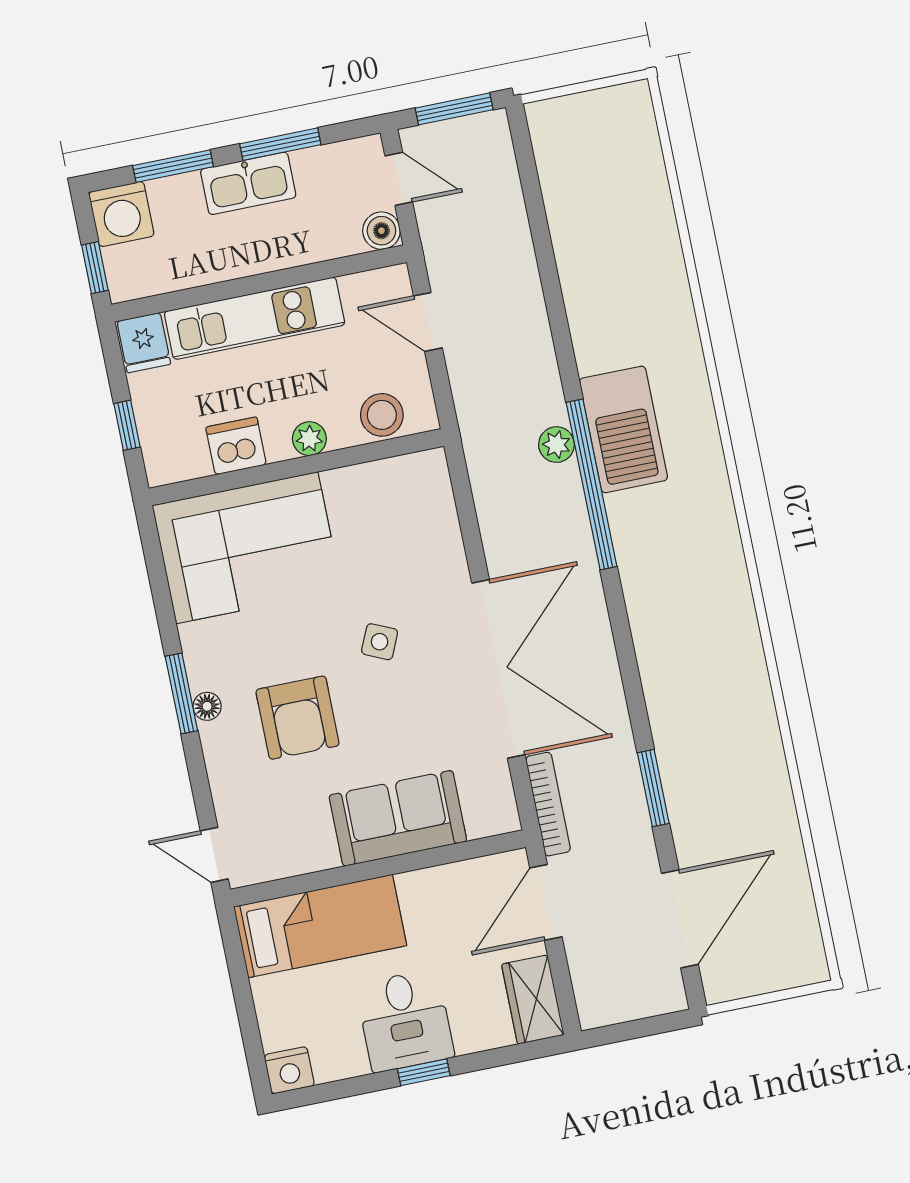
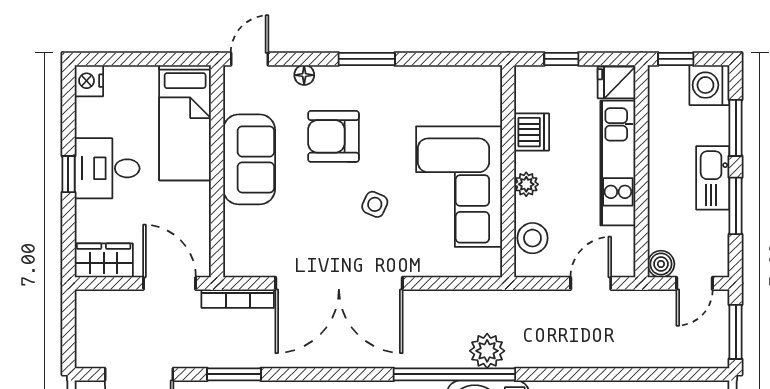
plant: (556, 445) -> (487, 351), width x1.38, depth x1.38
corner sofa: (247, 548) -> (459, 187), moved
floor lamp: (207, 706) -> (304, 75), moved
sofa: (398, 818) -> (249, 159), moved

